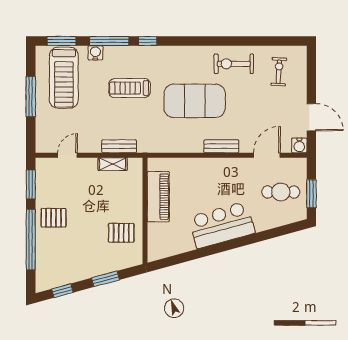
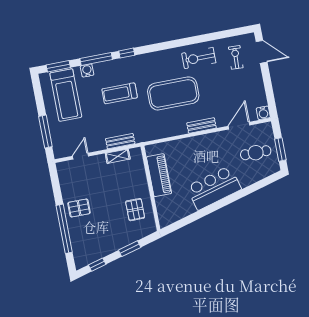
window: (31, 97) -> (45, 131), moved
door: (311, 117) -> (262, 52), moved
window: (31, 184) -> (56, 185), removed
pallet: (121, 233) -> (135, 210), turned 90

